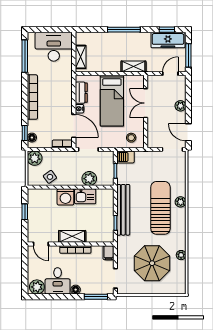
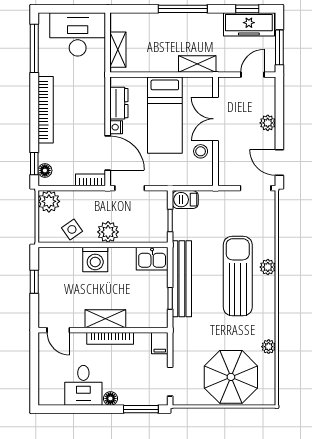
stool: (131, 138) -> (201, 151), moved
plant: (89, 179) -> (108, 232), moved
kitchen sink: (85, 196) -> (152, 259), moved
parasol: (152, 263) -> (231, 377), moved
plant: (37, 287) -> (52, 395), removed

